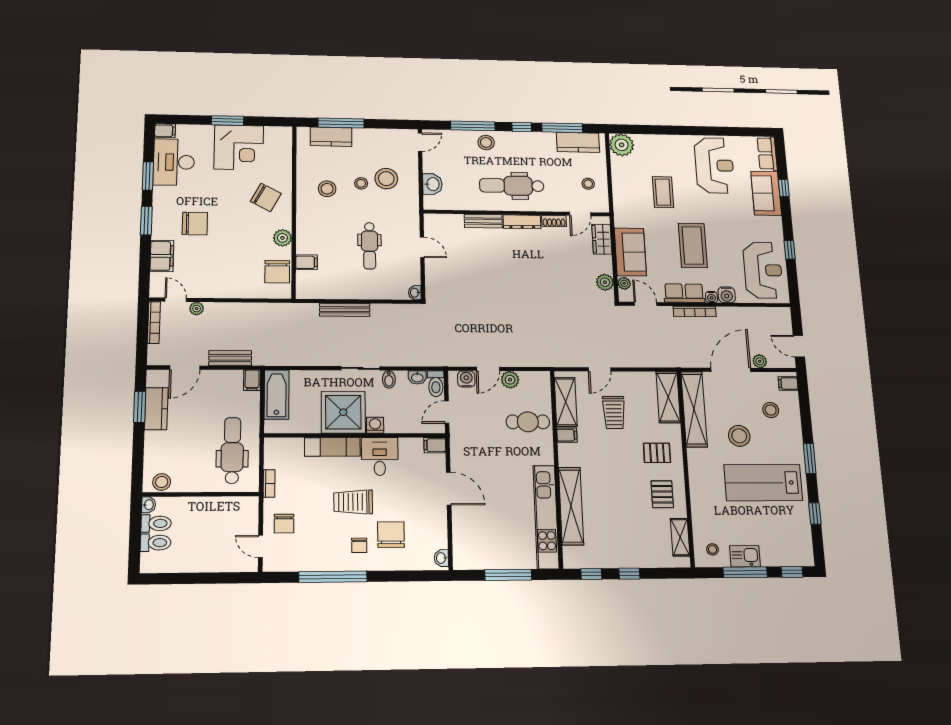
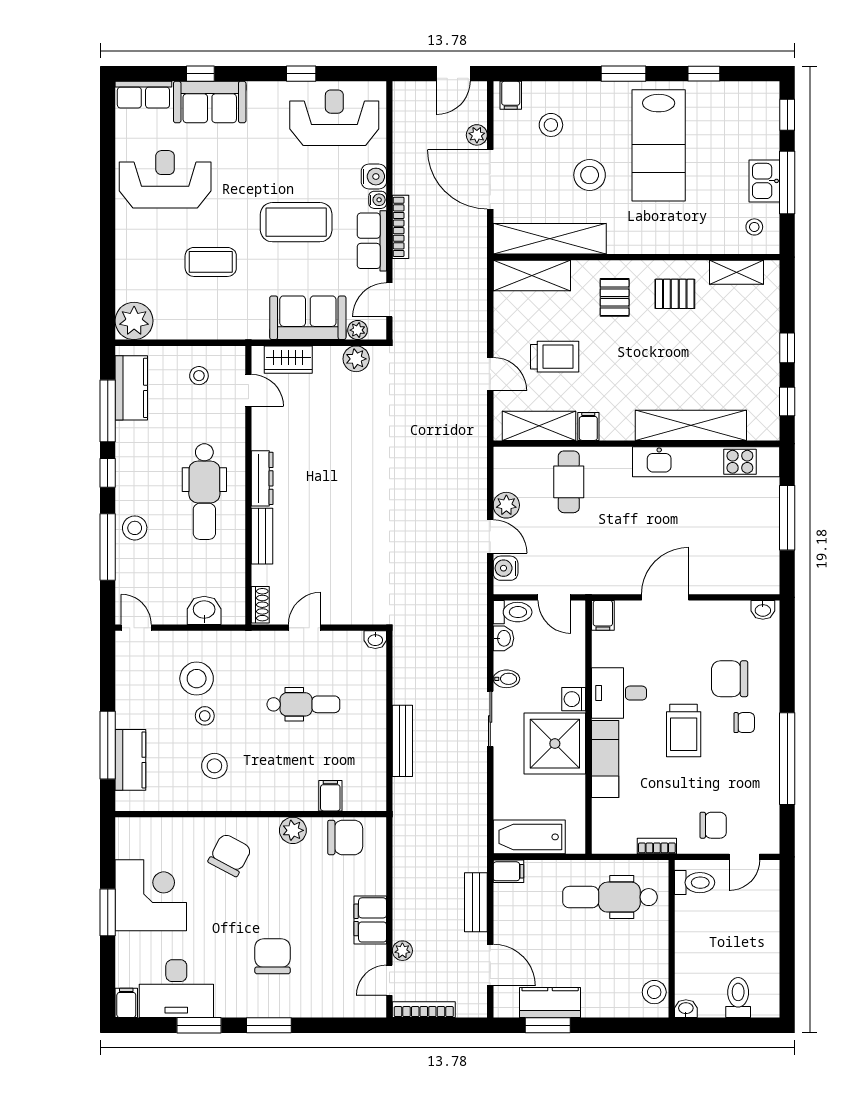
shoe rack: (554, 221) -> (260, 605), moved
filing cabinet: (162, 256) -> (370, 920), moved, turned -90
toilet: (156, 523) -> (695, 883), moved, turned 90

